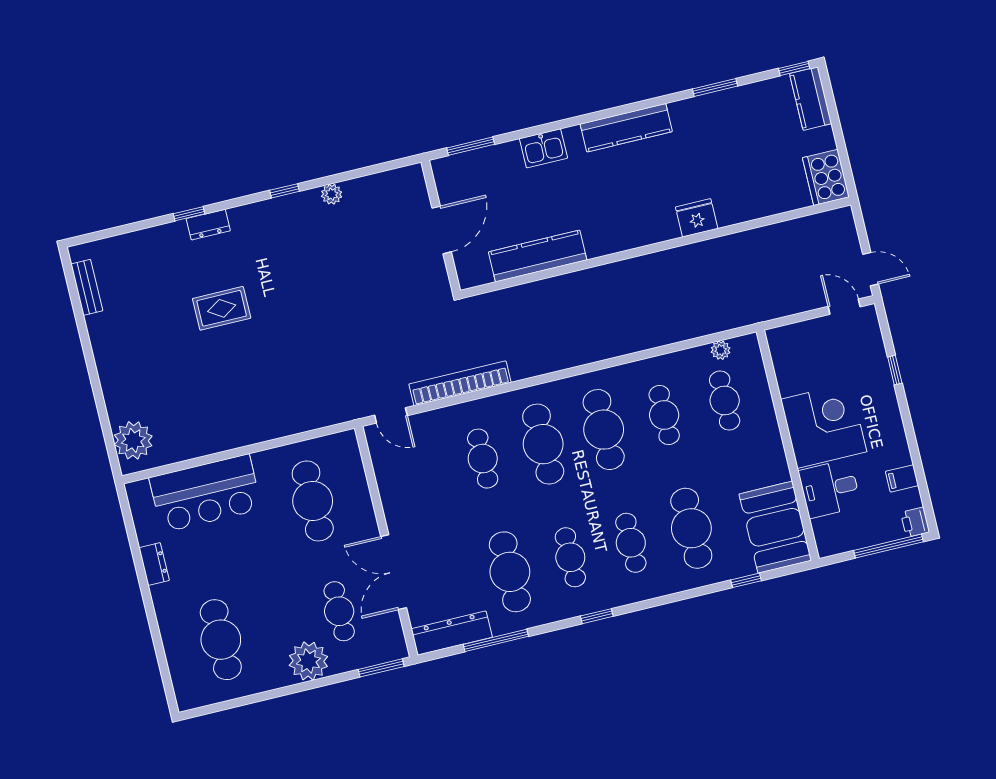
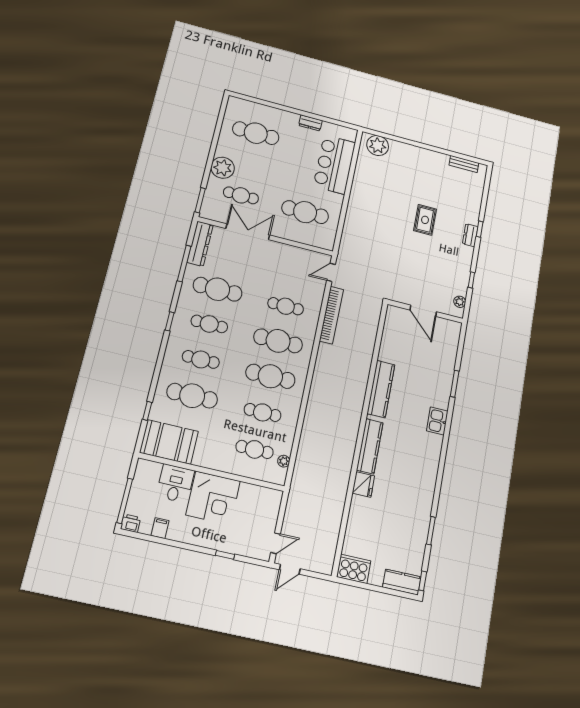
kitchen counter: (626, 128) -> (370, 446), moved, turned 180
wall: (441, 226) -> (425, 311), moved
door: (442, 230) -> (423, 311), moved

